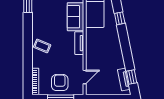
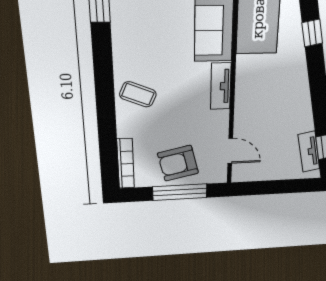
door: (85, 77) -> (230, 151), hinge flipped
armchair: (60, 83) -> (178, 163), turned -103

